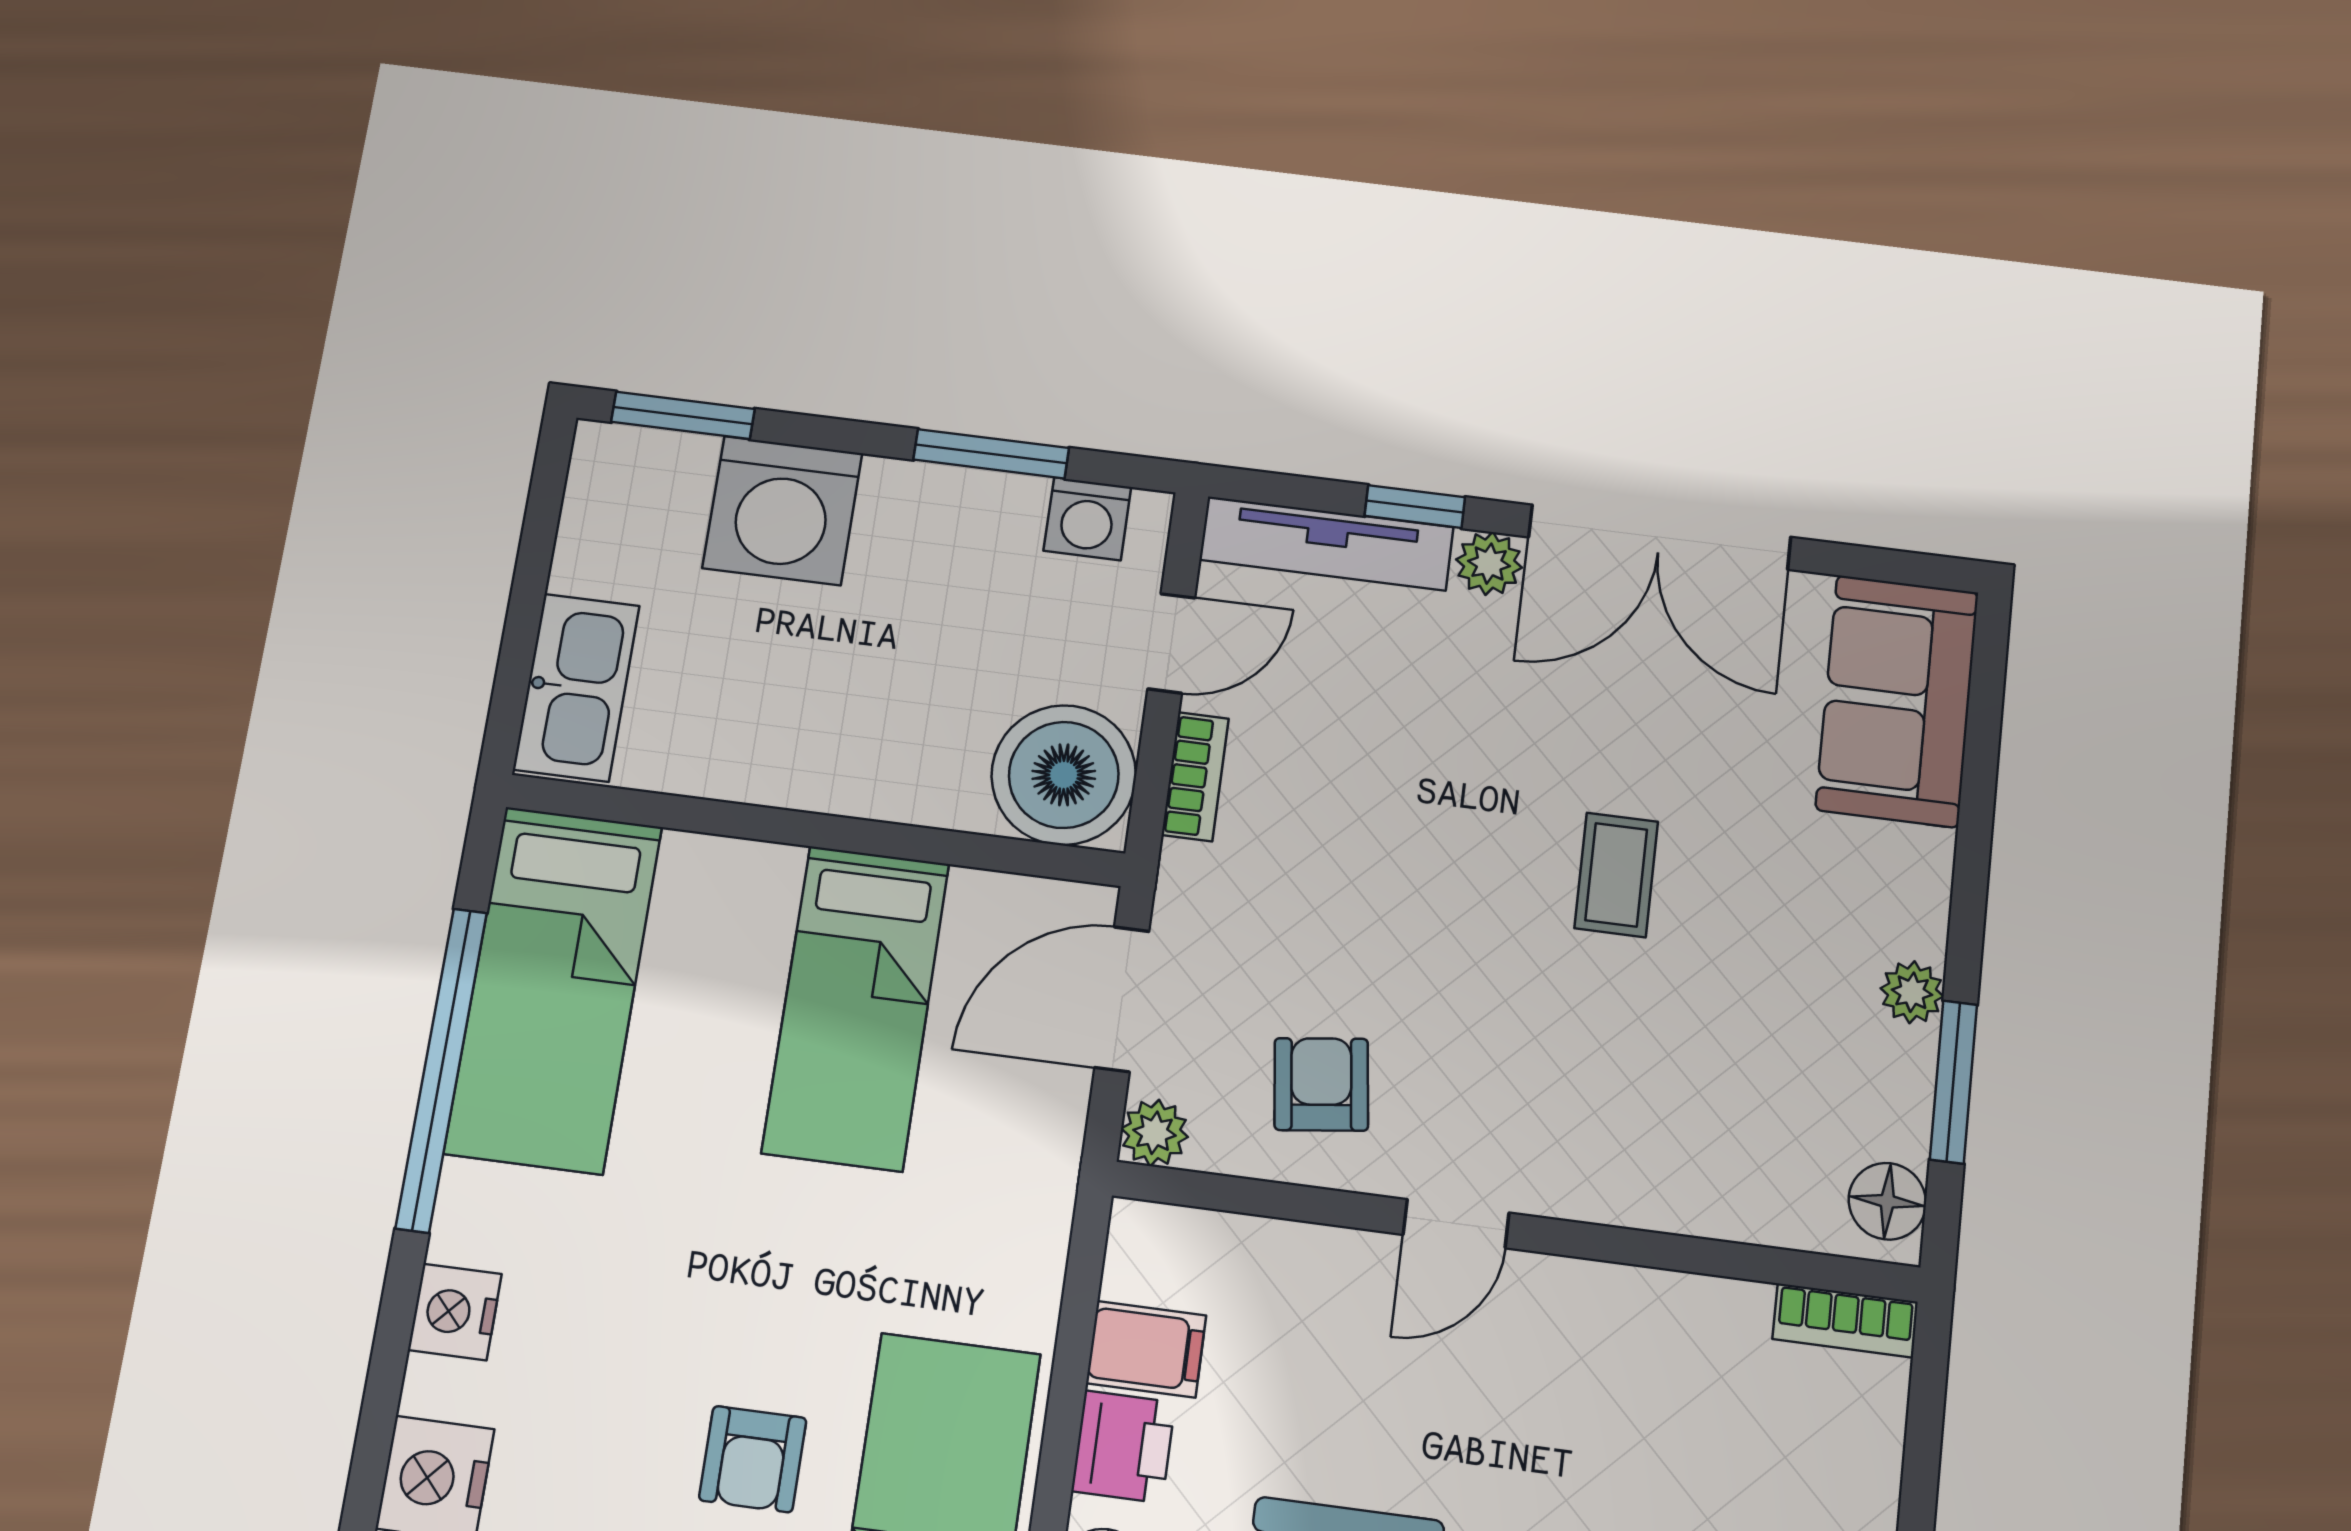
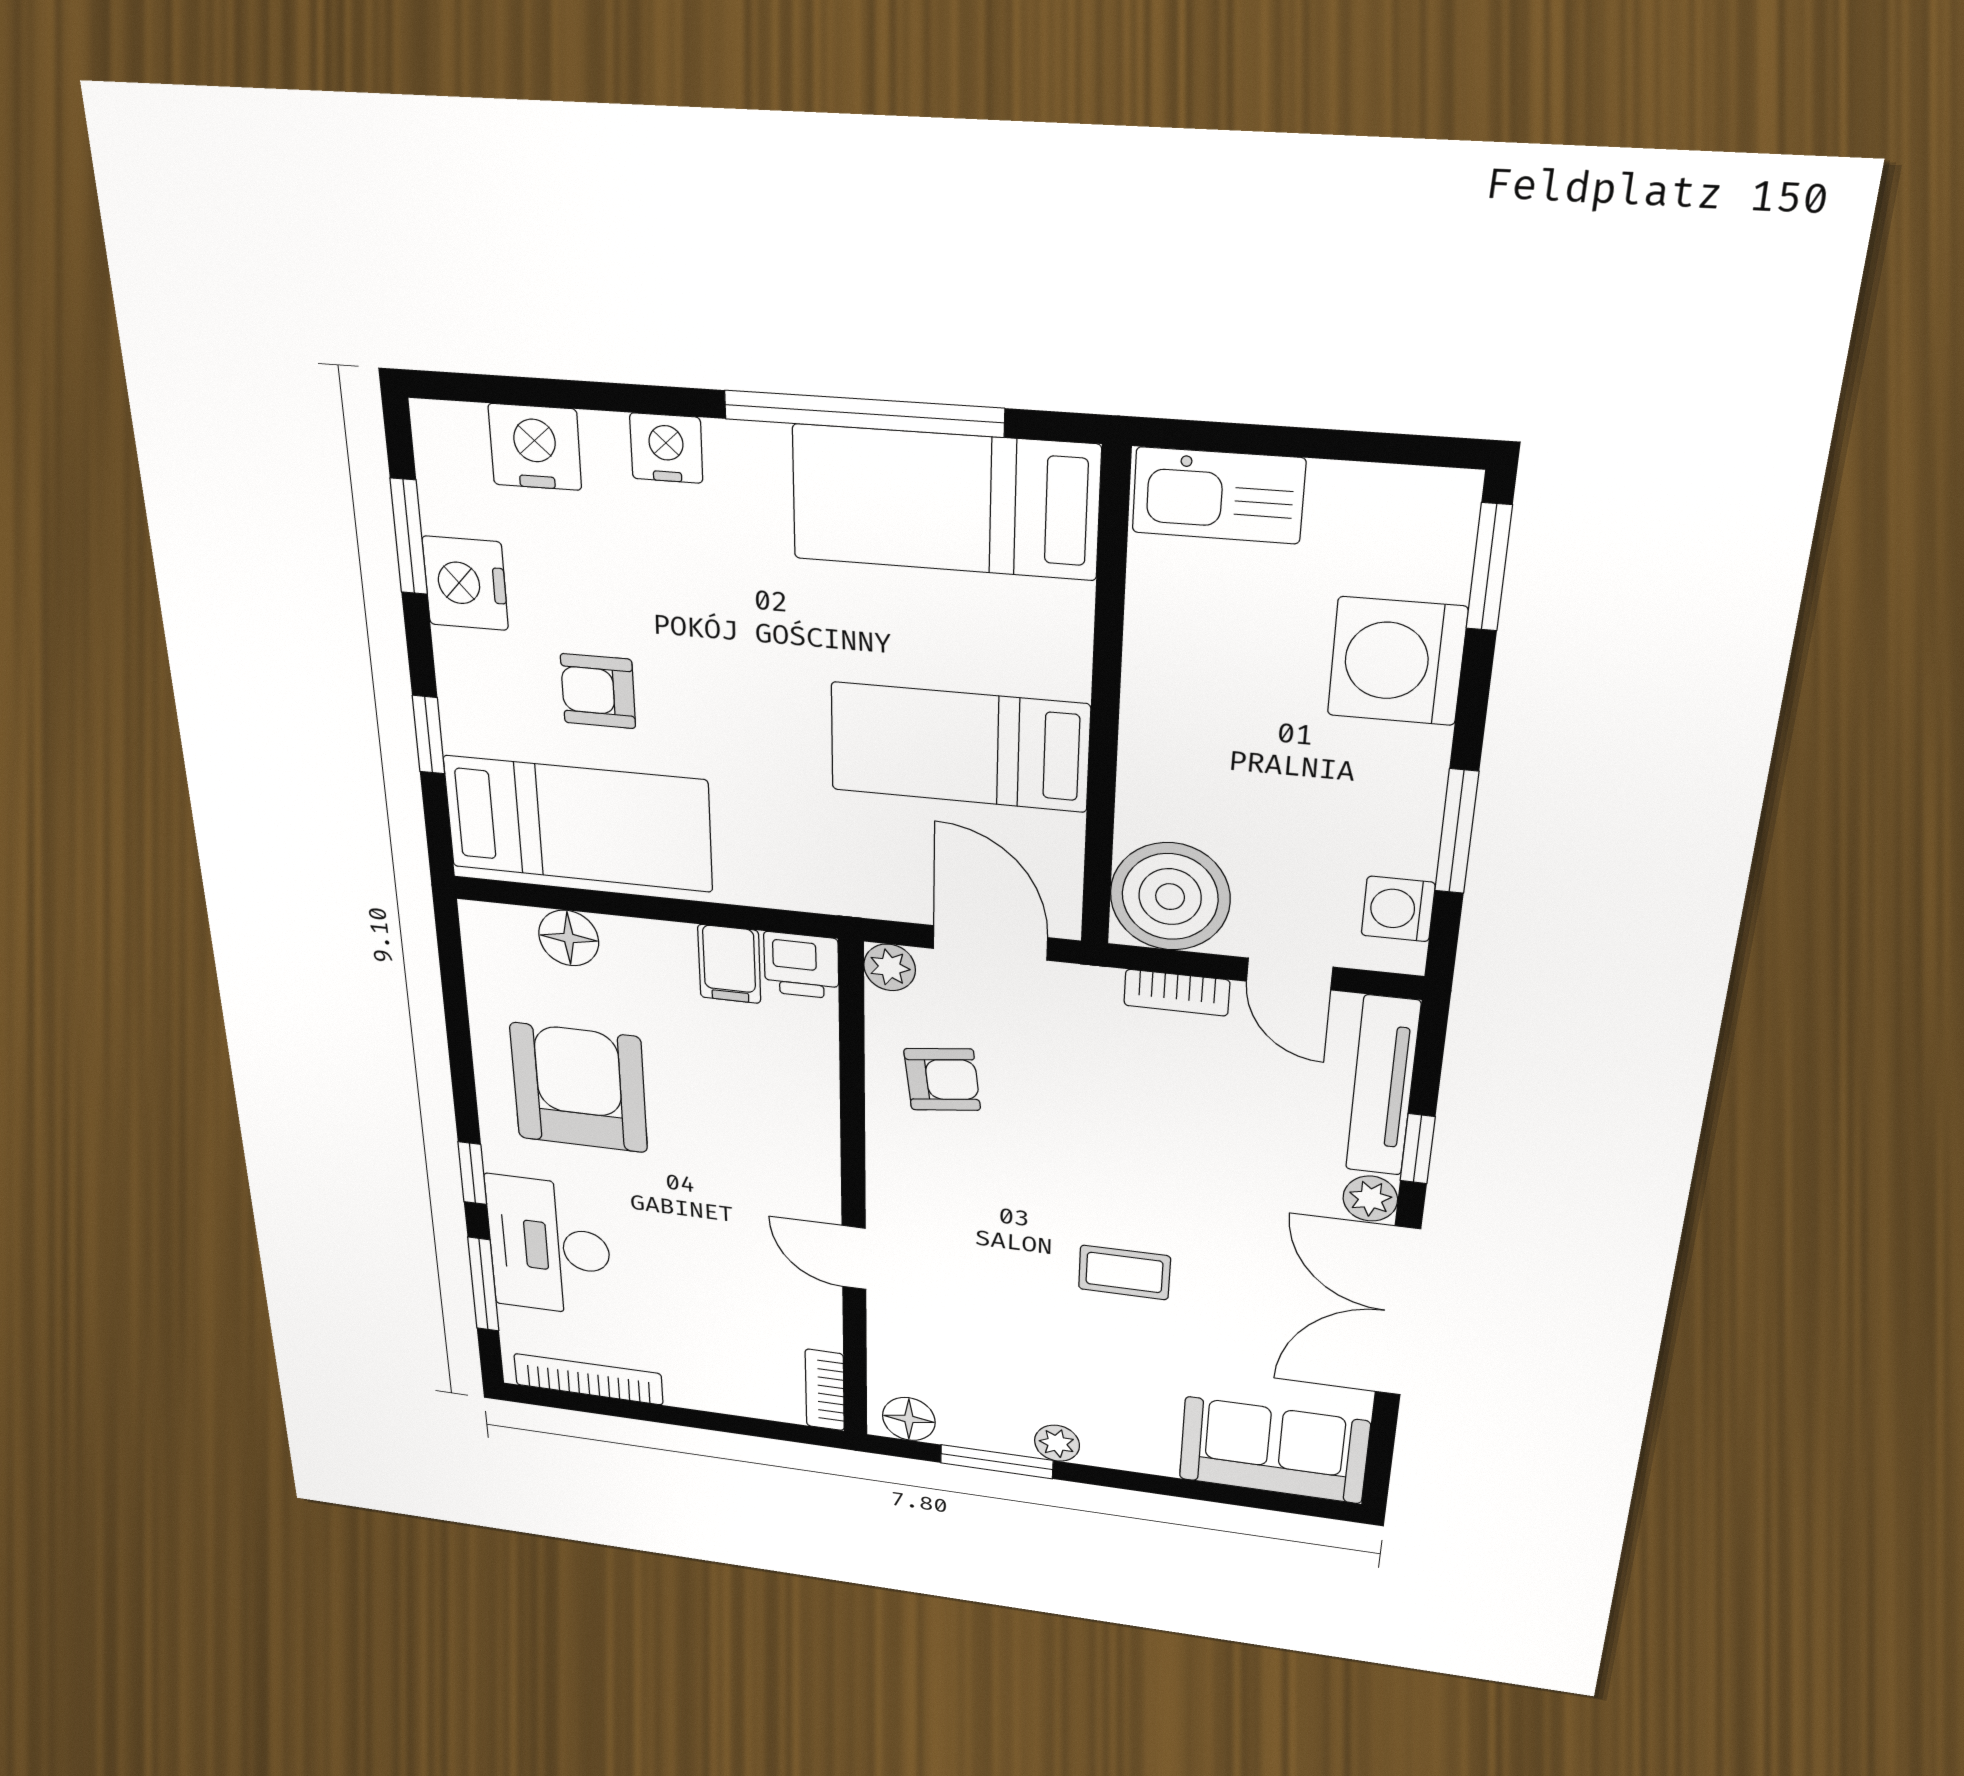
door: (1456, 1224) -> (854, 1258), moved
printer: (1123, 1447) -> (801, 965), moved

